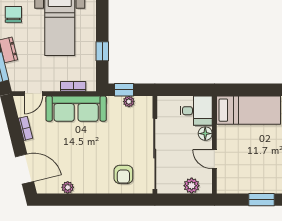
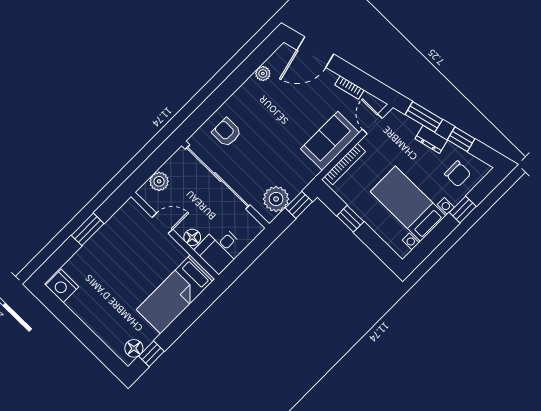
bookcase: (73, 86) -> (345, 164), width x1.56
plant: (129, 102) -> (276, 199), width x1.88, depth x1.88
sofa: (76, 109) -> (330, 141), width x0.73

